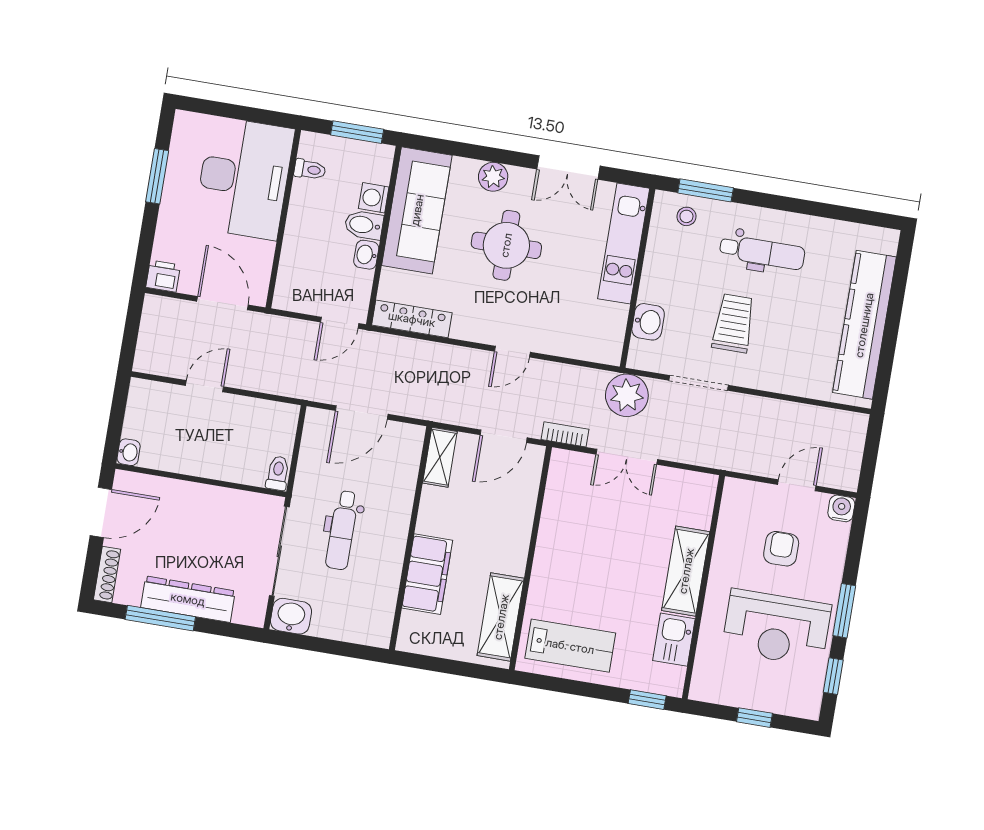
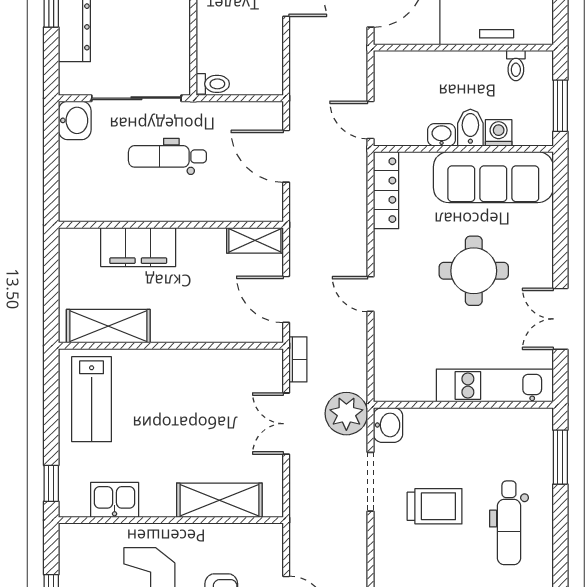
plant: (493, 177) -> (539, 246), removed
stool: (686, 216) -> (532, 443), removed
washbasin: (648, 322) -> (388, 425), moved, turned -90
shelving: (686, 571) -> (219, 500), moved

